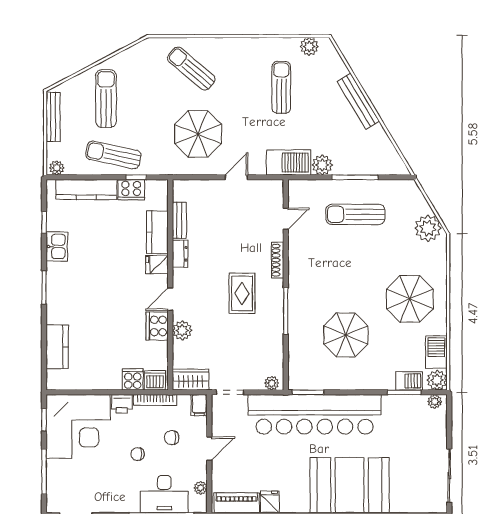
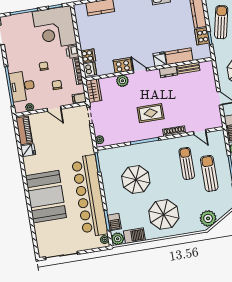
sun lounger: (333, 248) -> (187, 163), added
bar counter: (315, 414) -> (90, 196), moved

